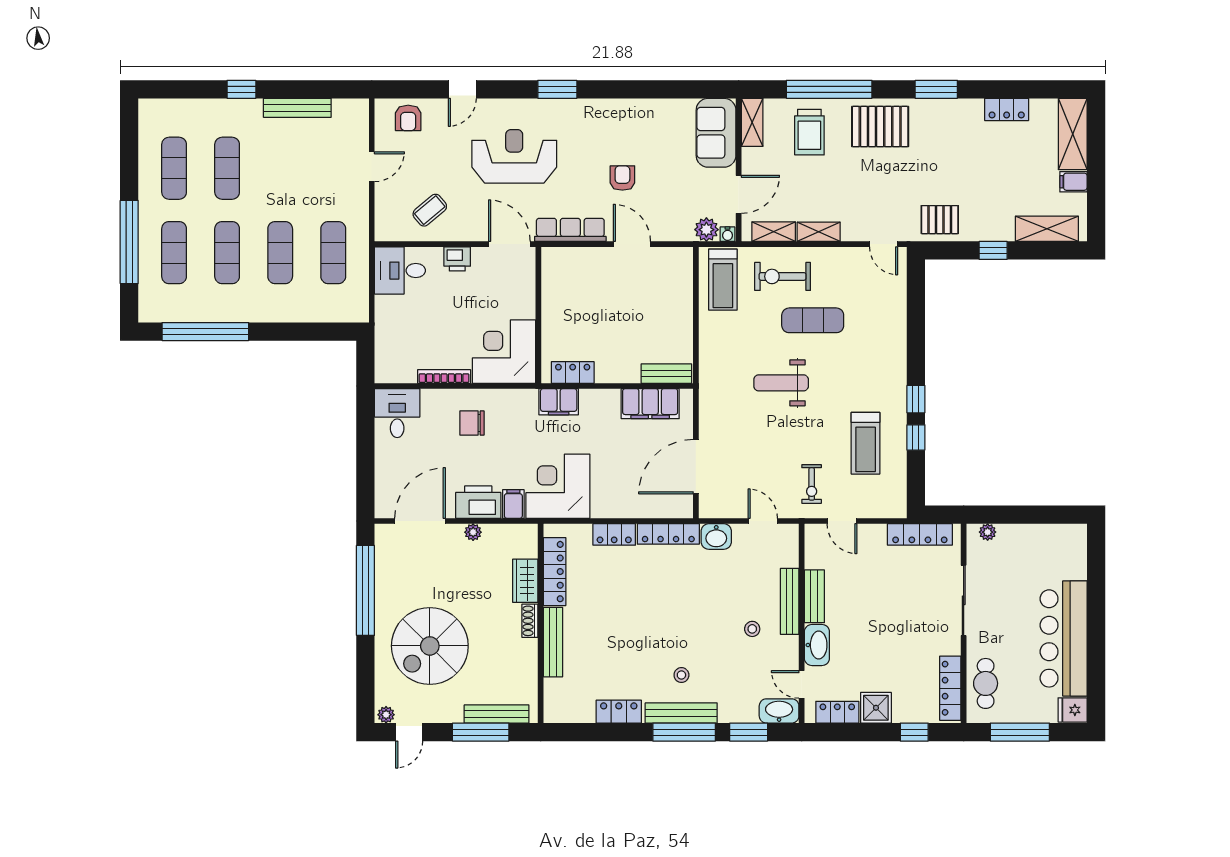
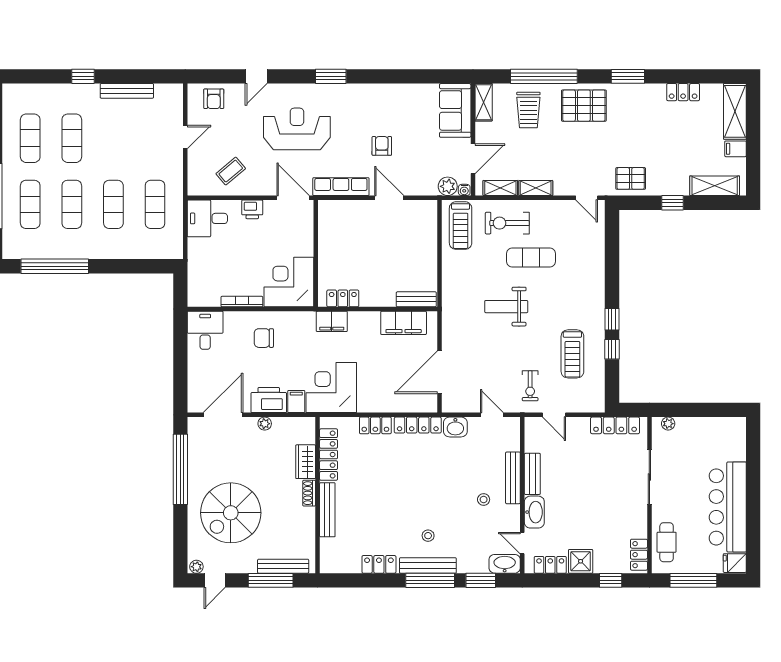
locker: (950, 688) -> (639, 555), width x0.66

